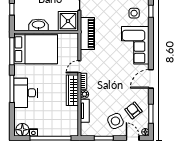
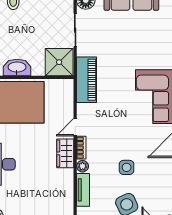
side table: (134, 13) -> (127, 167), moved
wardrobe: (72, 90) -> (65, 153), width x0.67
armchair: (133, 110) -> (152, 189), removed

